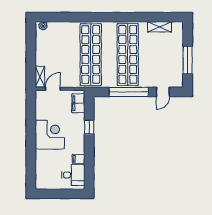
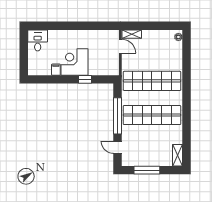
shelving: (160, 27) -> (177, 155), moved
filing cabinet: (78, 103) -> (107, 69), removed
corner desk: (50, 135) -> (74, 62), moved, turned 180
desk: (73, 175) -> (38, 40), moved, turned 180

